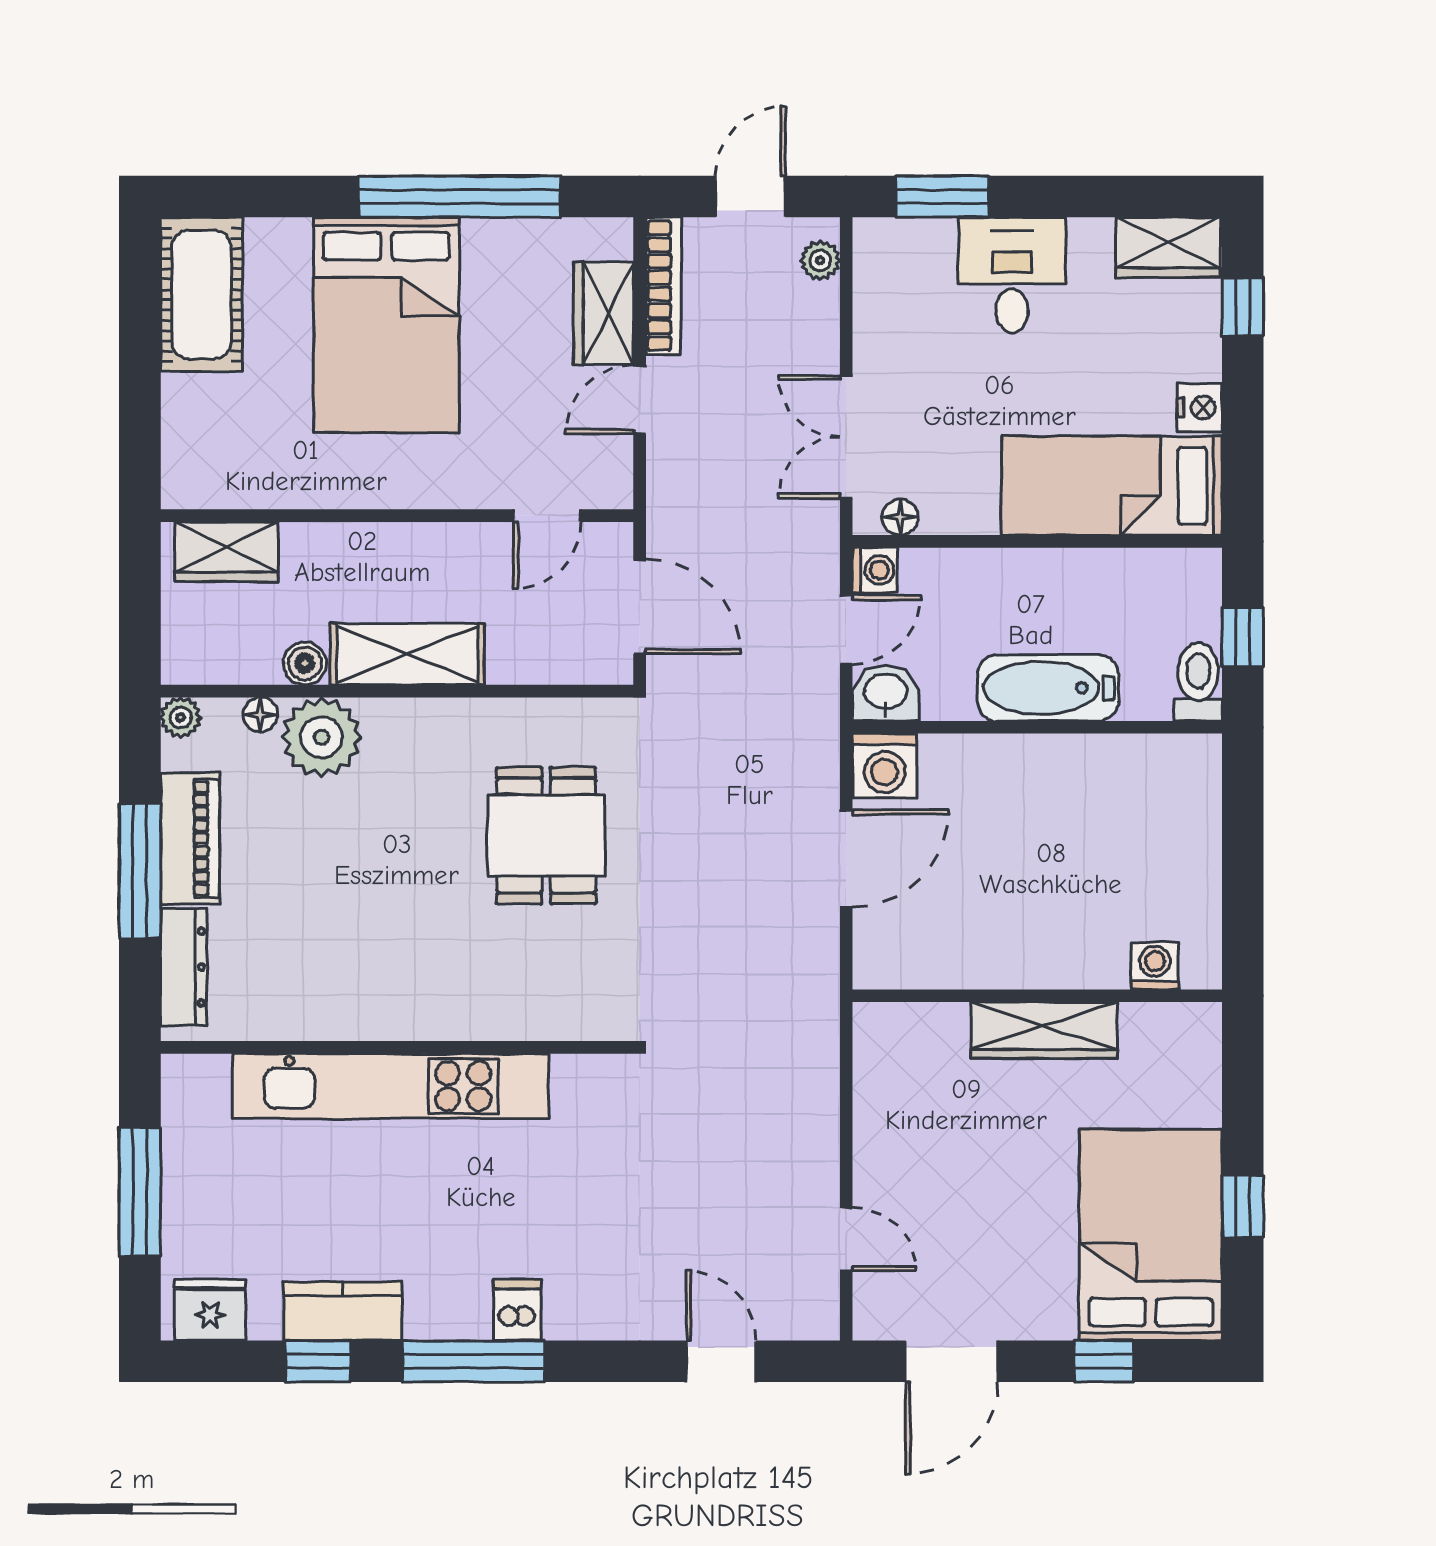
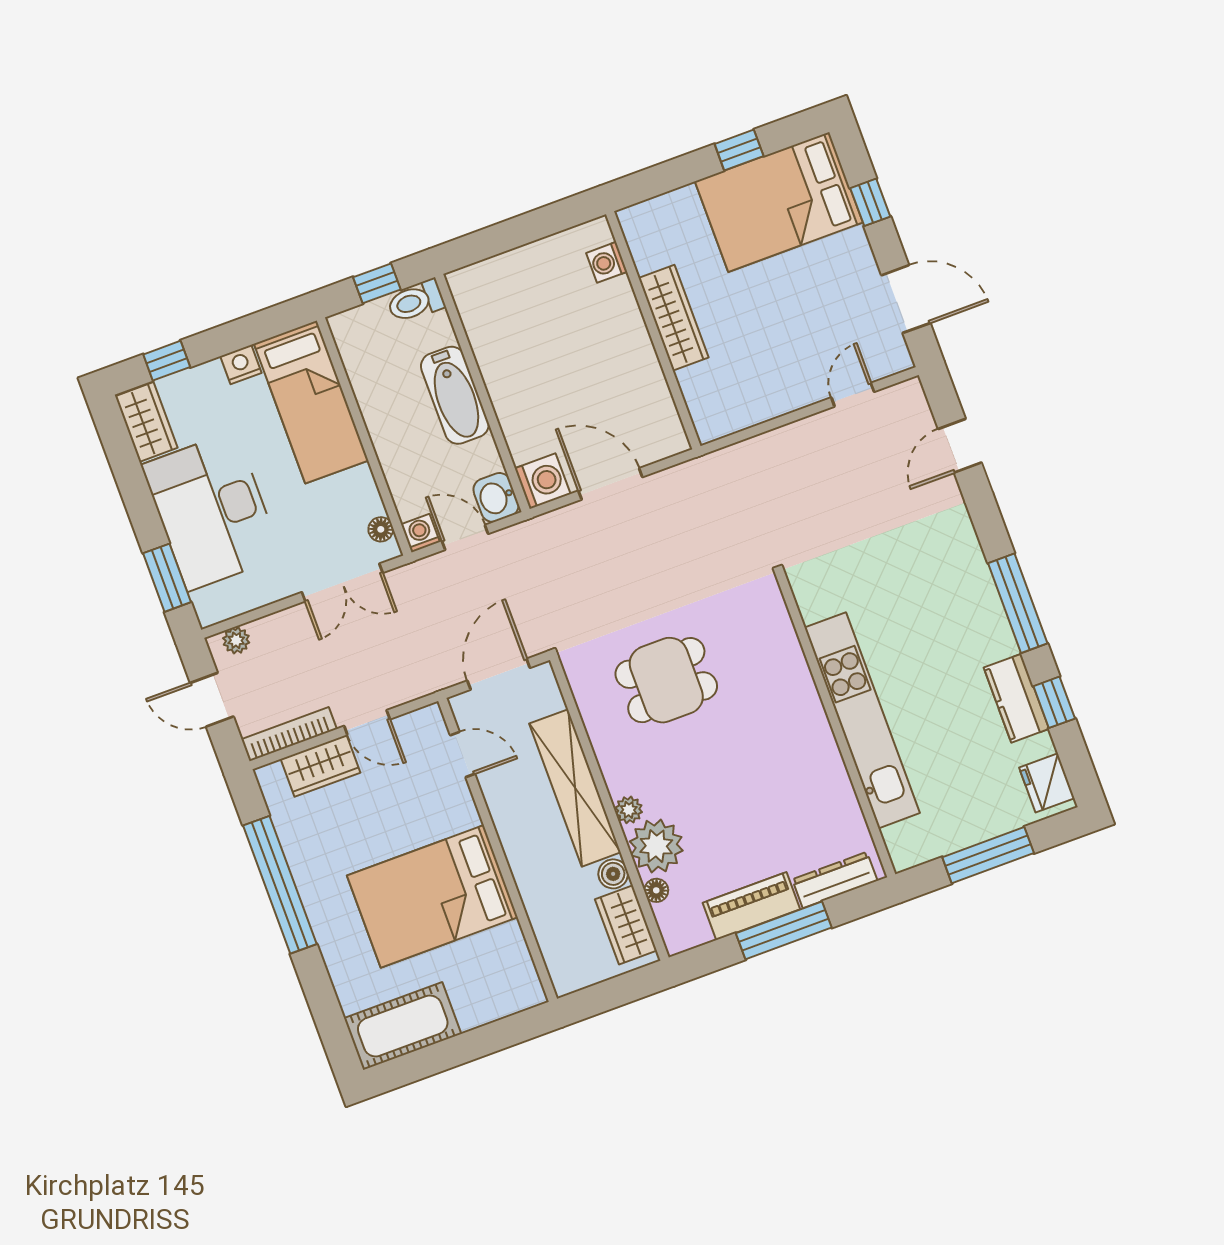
desk: (1012, 275) -> (212, 511), width x1.87, depth x1.30
bed: (386, 325) -> (432, 896), moved, turned 180
wardrobe: (226, 552) -> (626, 925), moved, turned 180
shelving: (408, 654) -> (575, 788), width x1.47
plant: (181, 718) -> (629, 810), moved
dishwasher: (517, 1310) -> (975, 587), removed

